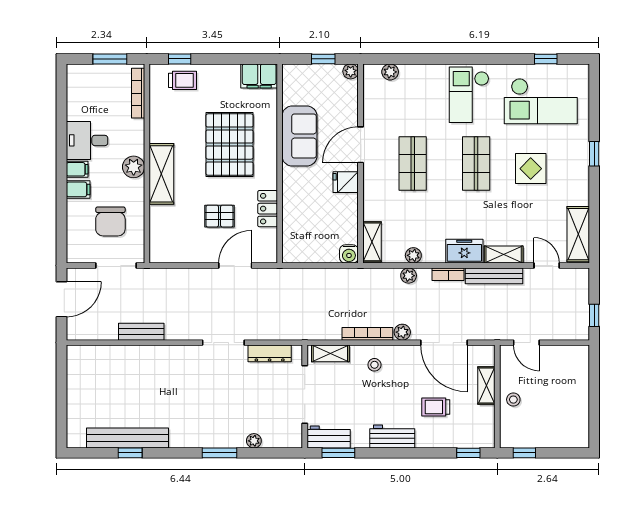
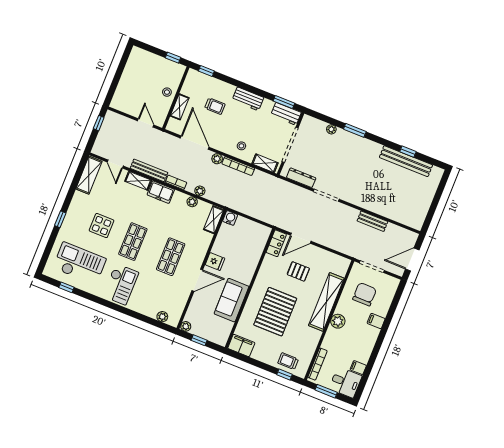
desk: (87, 140) -> (346, 382), moved
filing cabinet: (77, 169) -> (358, 368), moved
shelving: (161, 174) -> (326, 302), width x1.47
locker: (268, 209) -> (276, 243), moved

